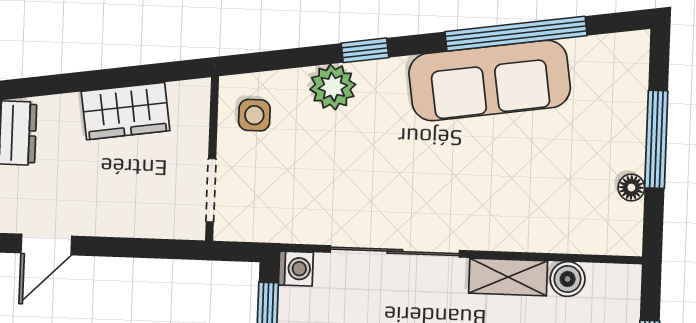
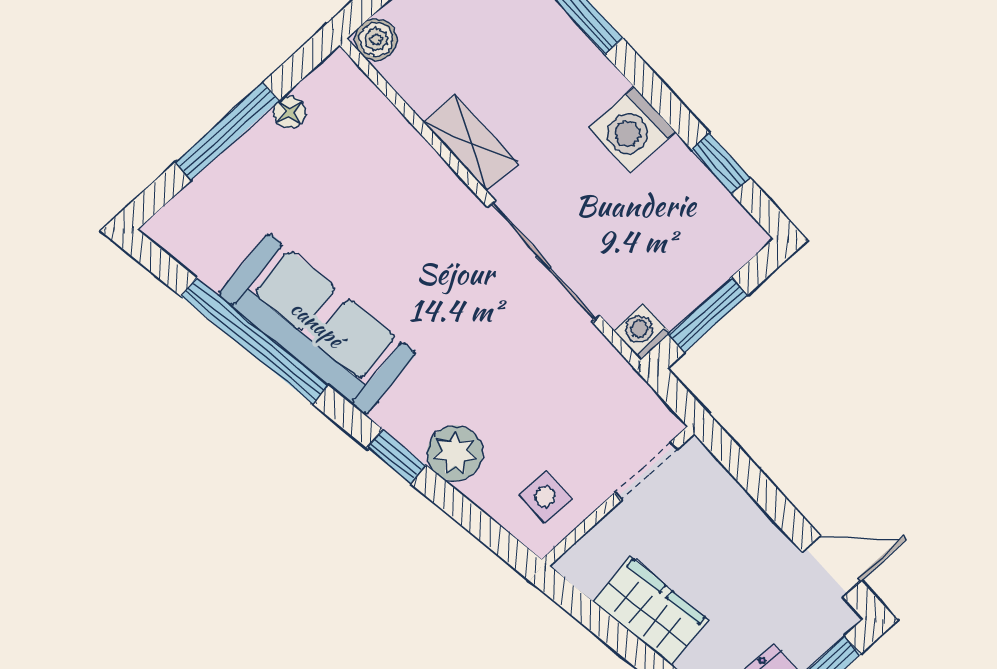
boiler: (568, 279) -> (376, 40), moved

